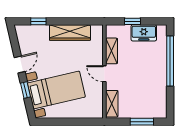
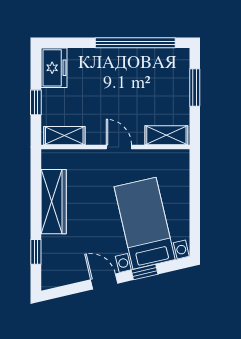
freezer: (144, 33) -> (54, 68), moved
shelving: (111, 51) -> (64, 136), moved
window: (170, 61) -> (135, 43), moved
door: (104, 74) -> (119, 147), swing flipped

